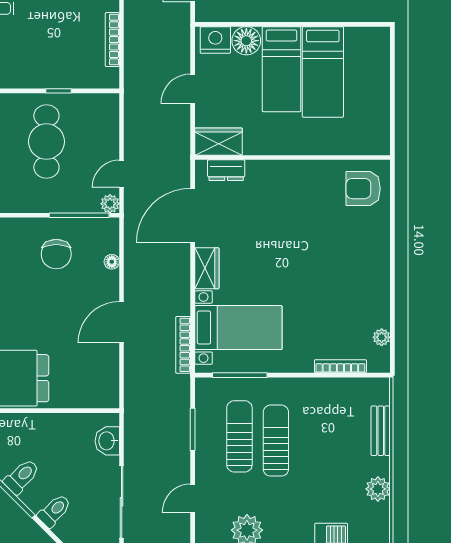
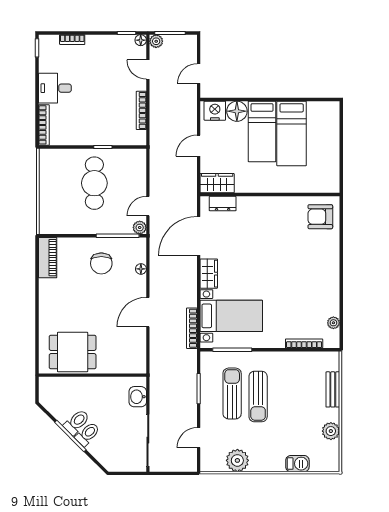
sun lounger: (276, 441) -> (258, 397), turned 180
toilet: (54, 511) -> (88, 434), moved

